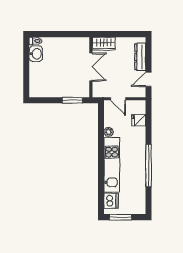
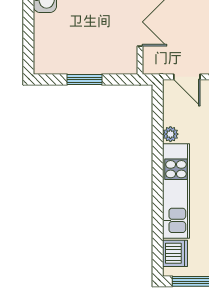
window: (72, 100) -> (84, 80), moved

